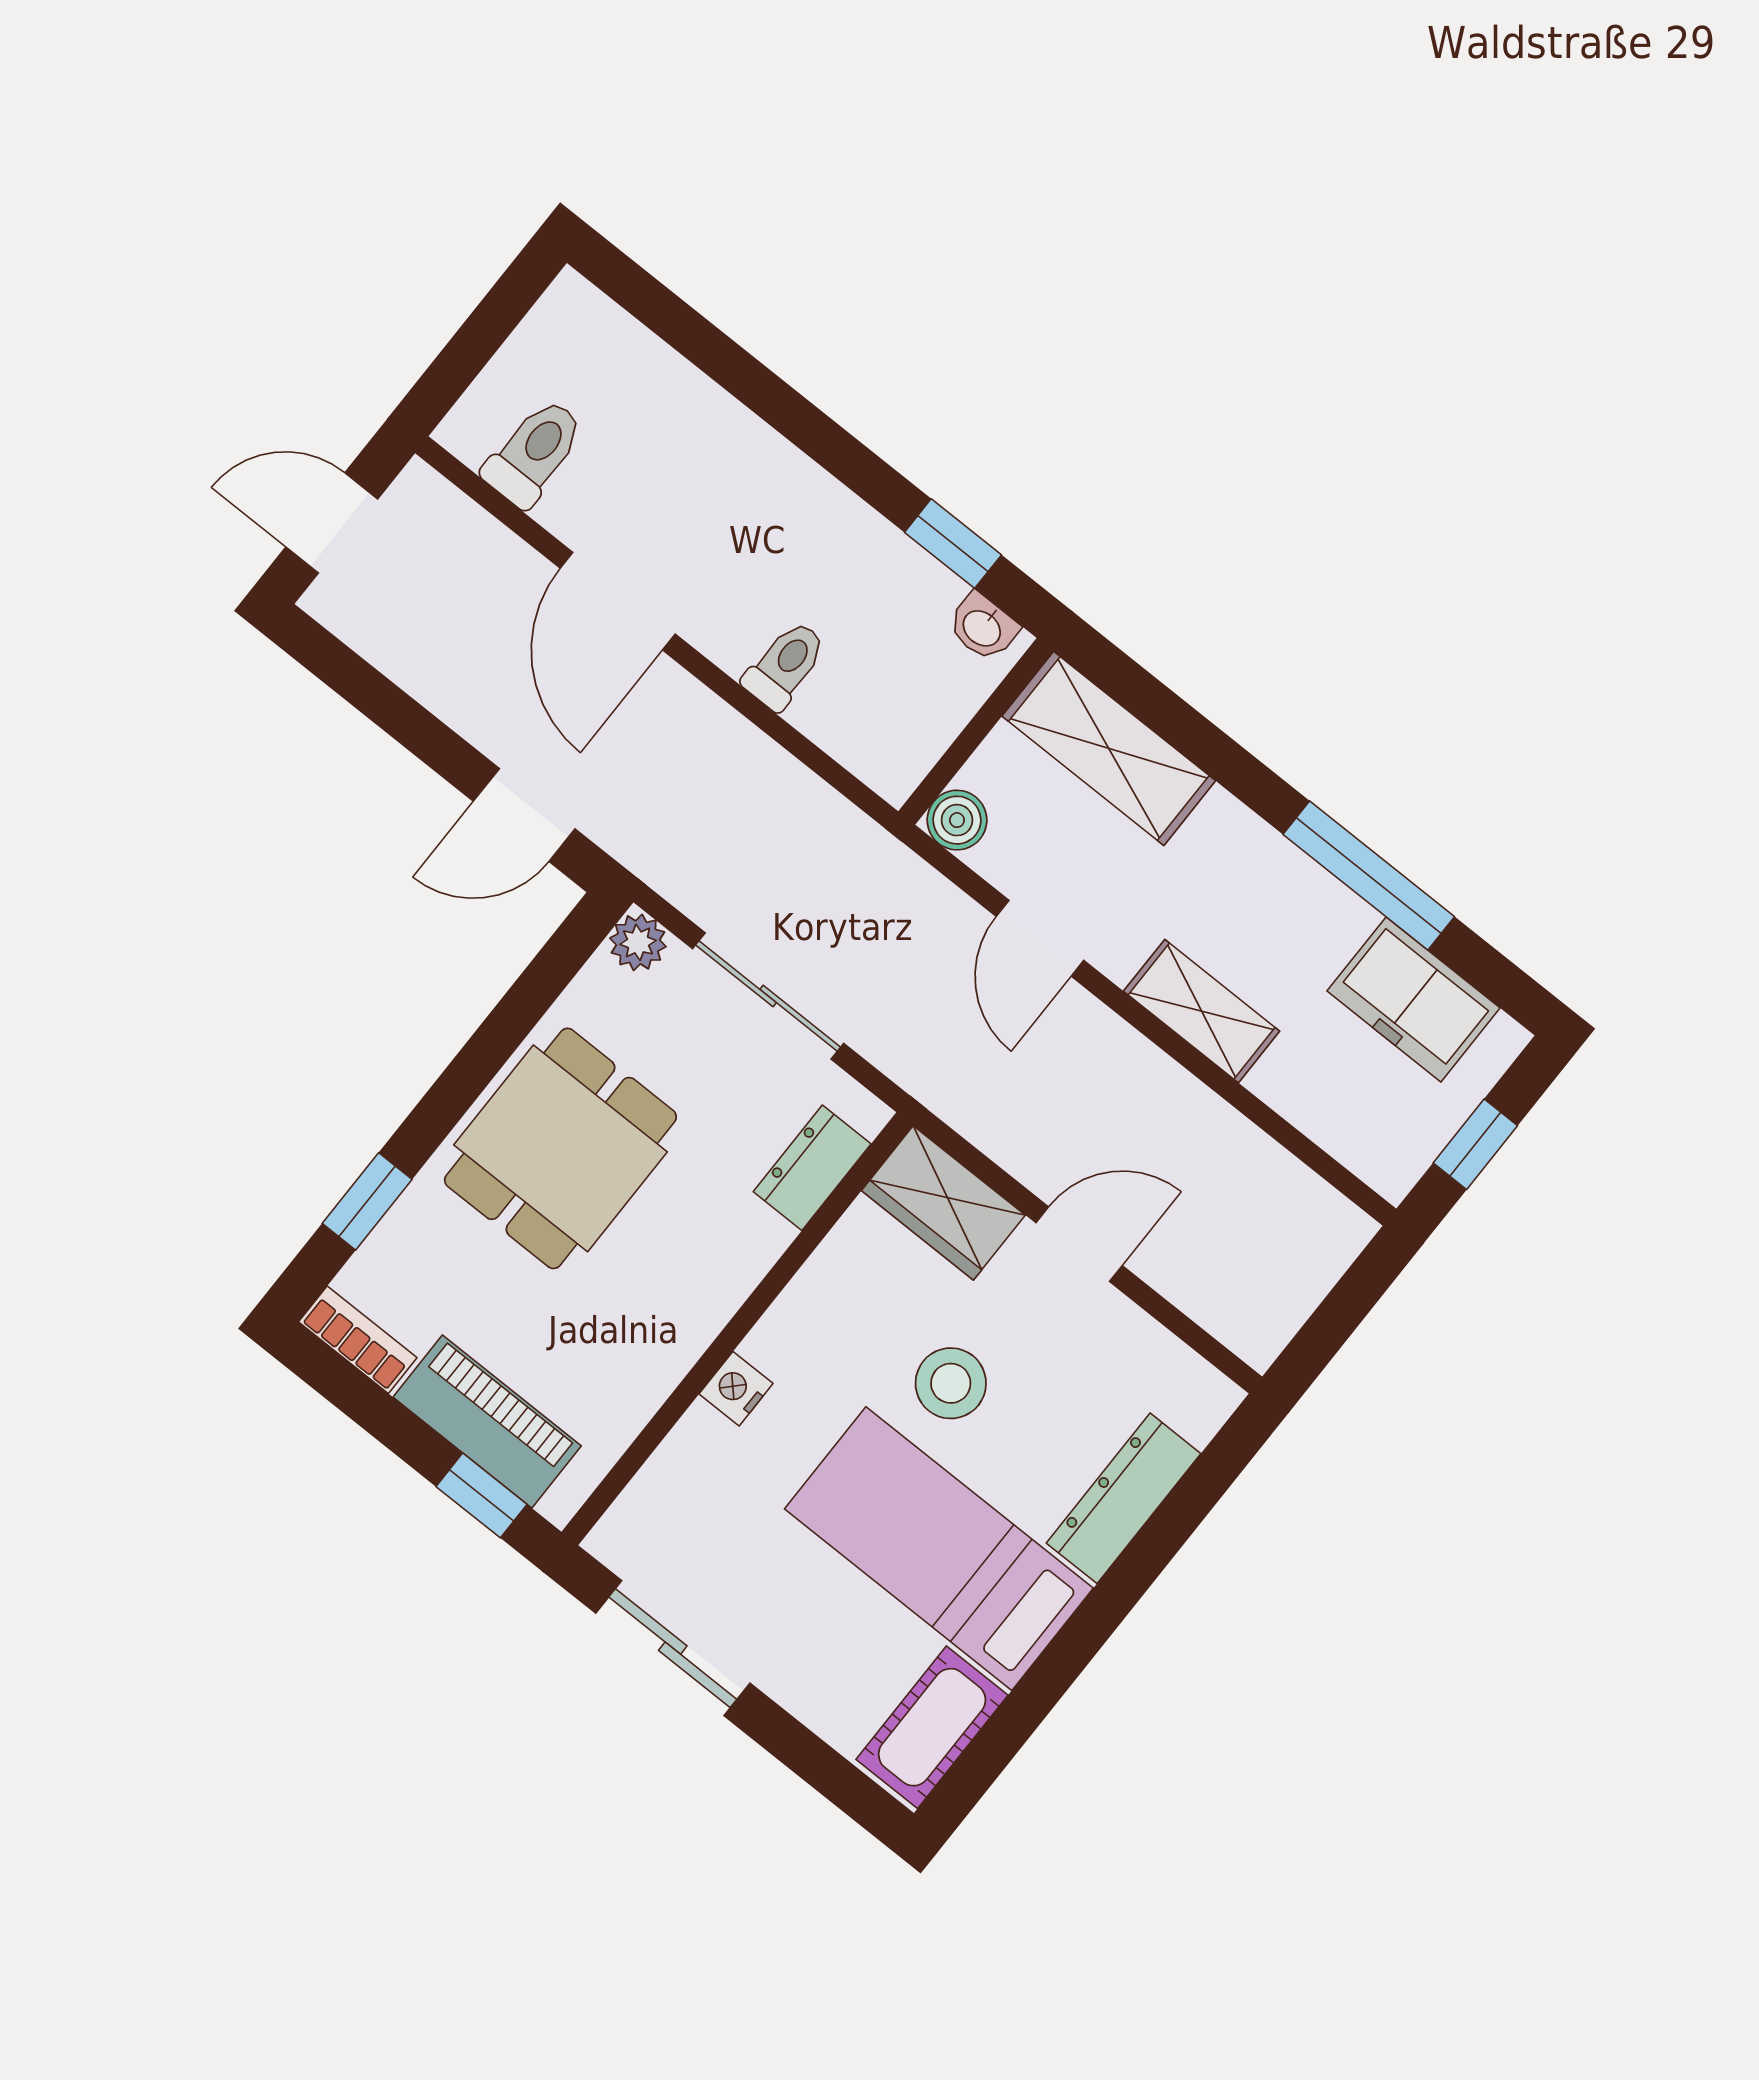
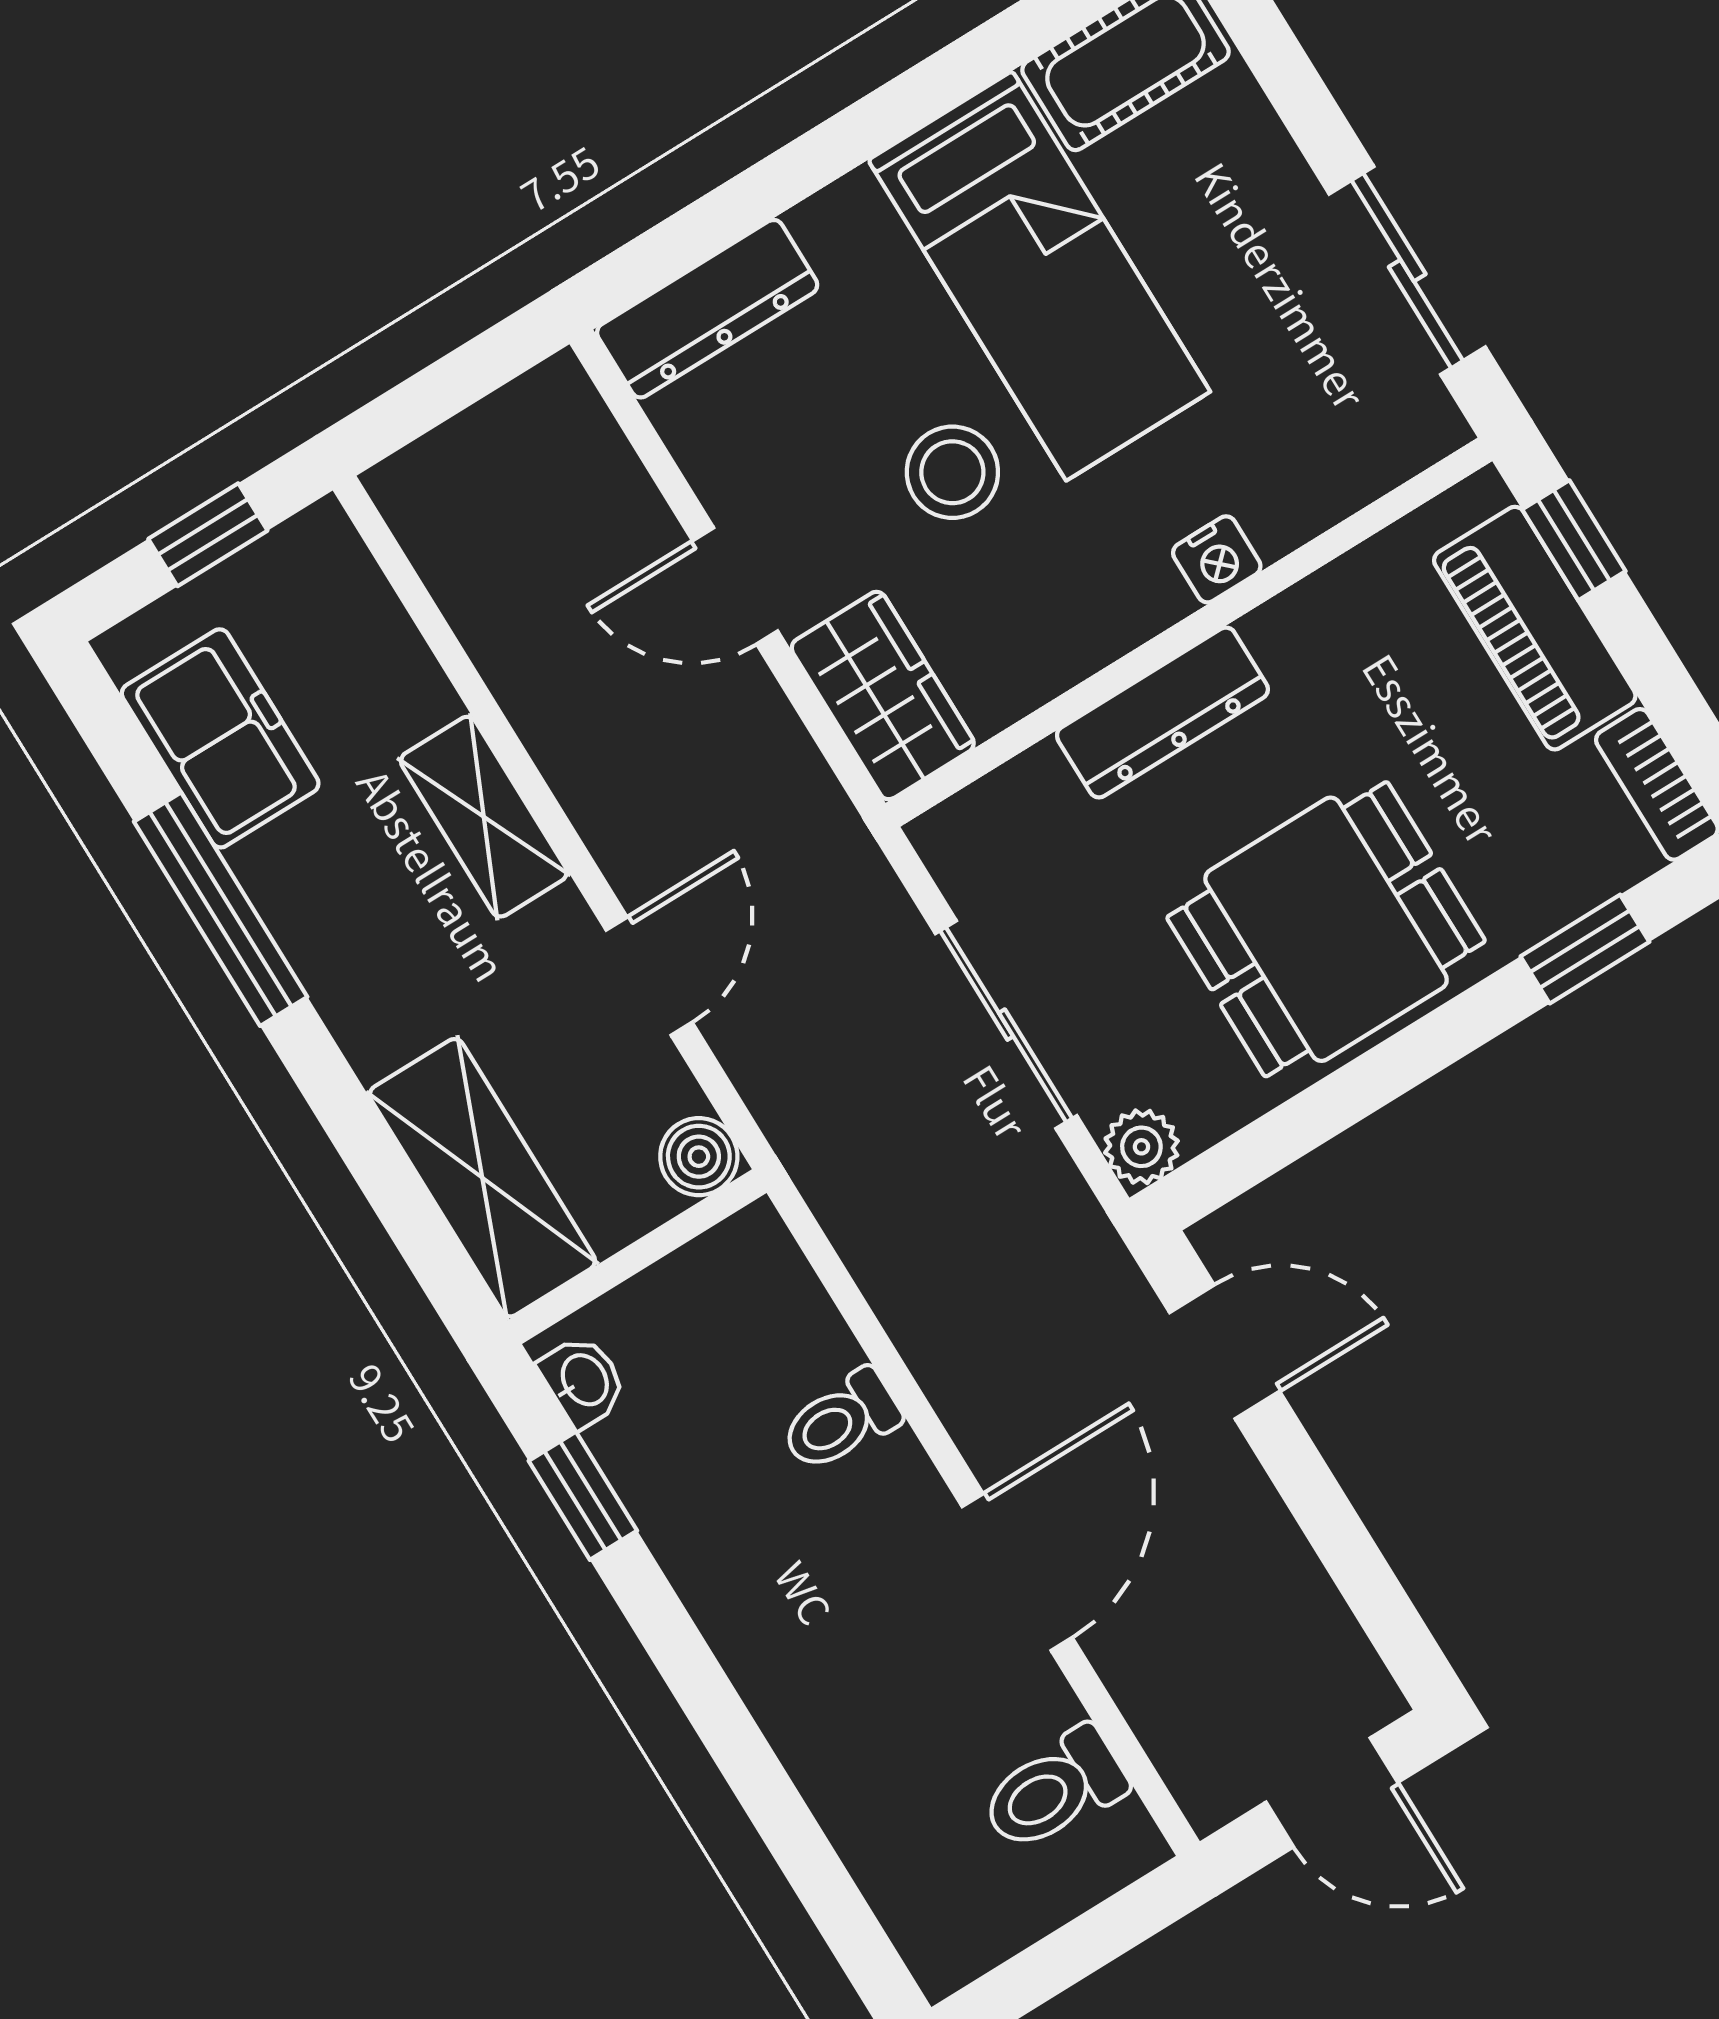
dresser: (812, 1168) -> (1162, 712), moved, width x1.44
dresser: (1124, 1498) -> (707, 309), moved

